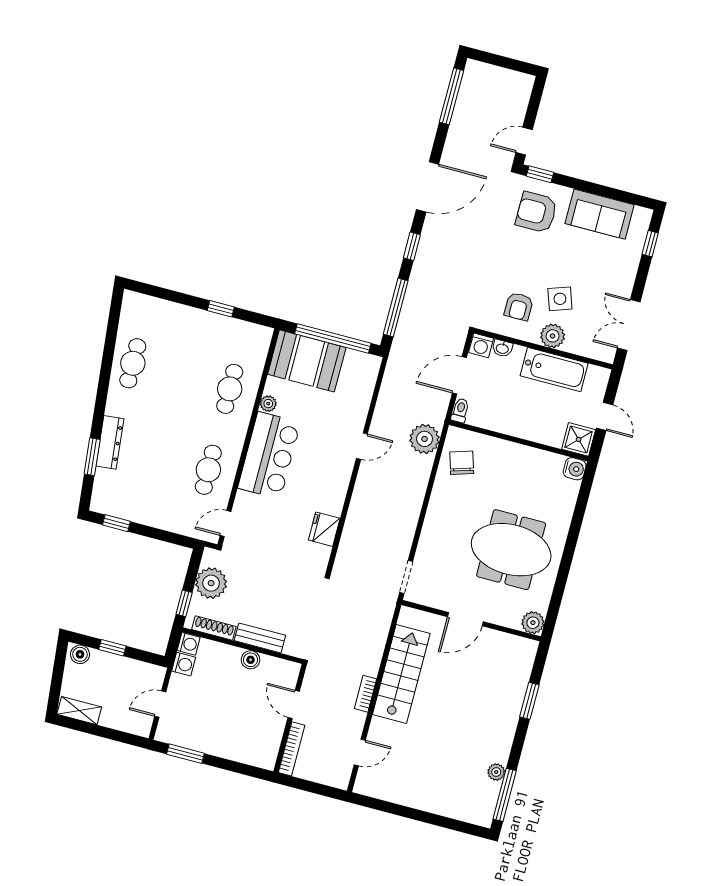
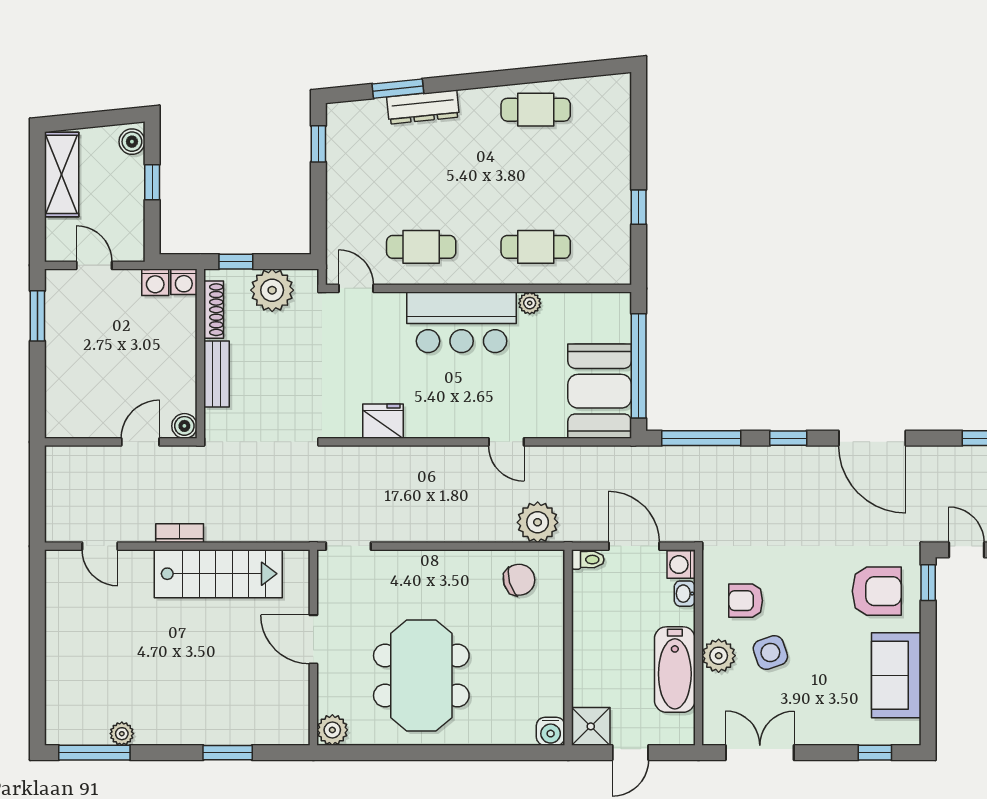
armchair: (536, 212) -> (877, 591), turned 90
booth: (307, 361) -> (600, 391), moved
boiler: (251, 660) -> (184, 426), moved
shelving: (79, 711) -> (62, 174), width x1.50, depth x1.33
bookcase: (292, 749) -> (81, 455), removed

